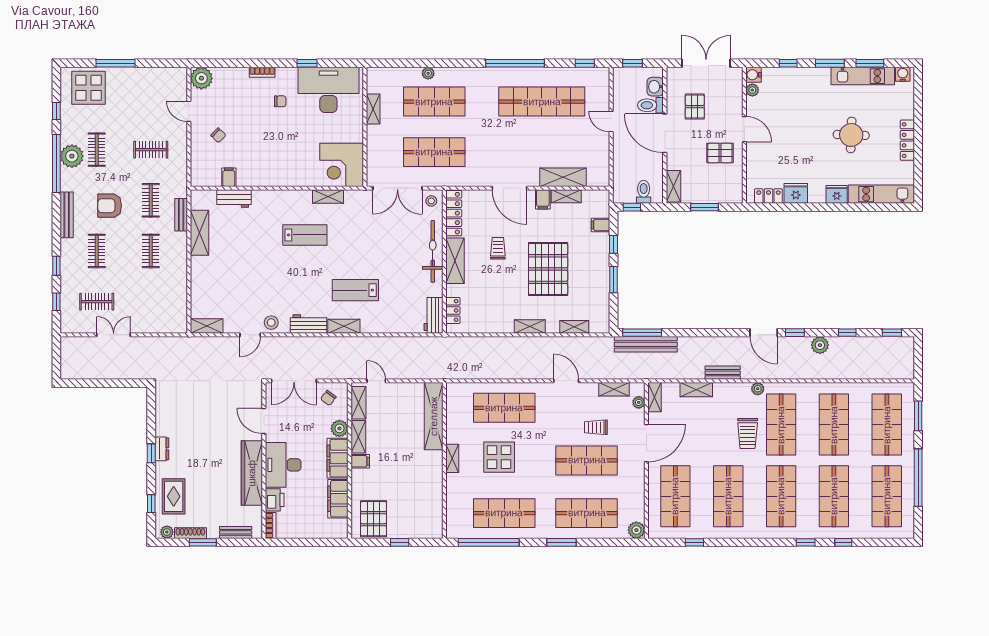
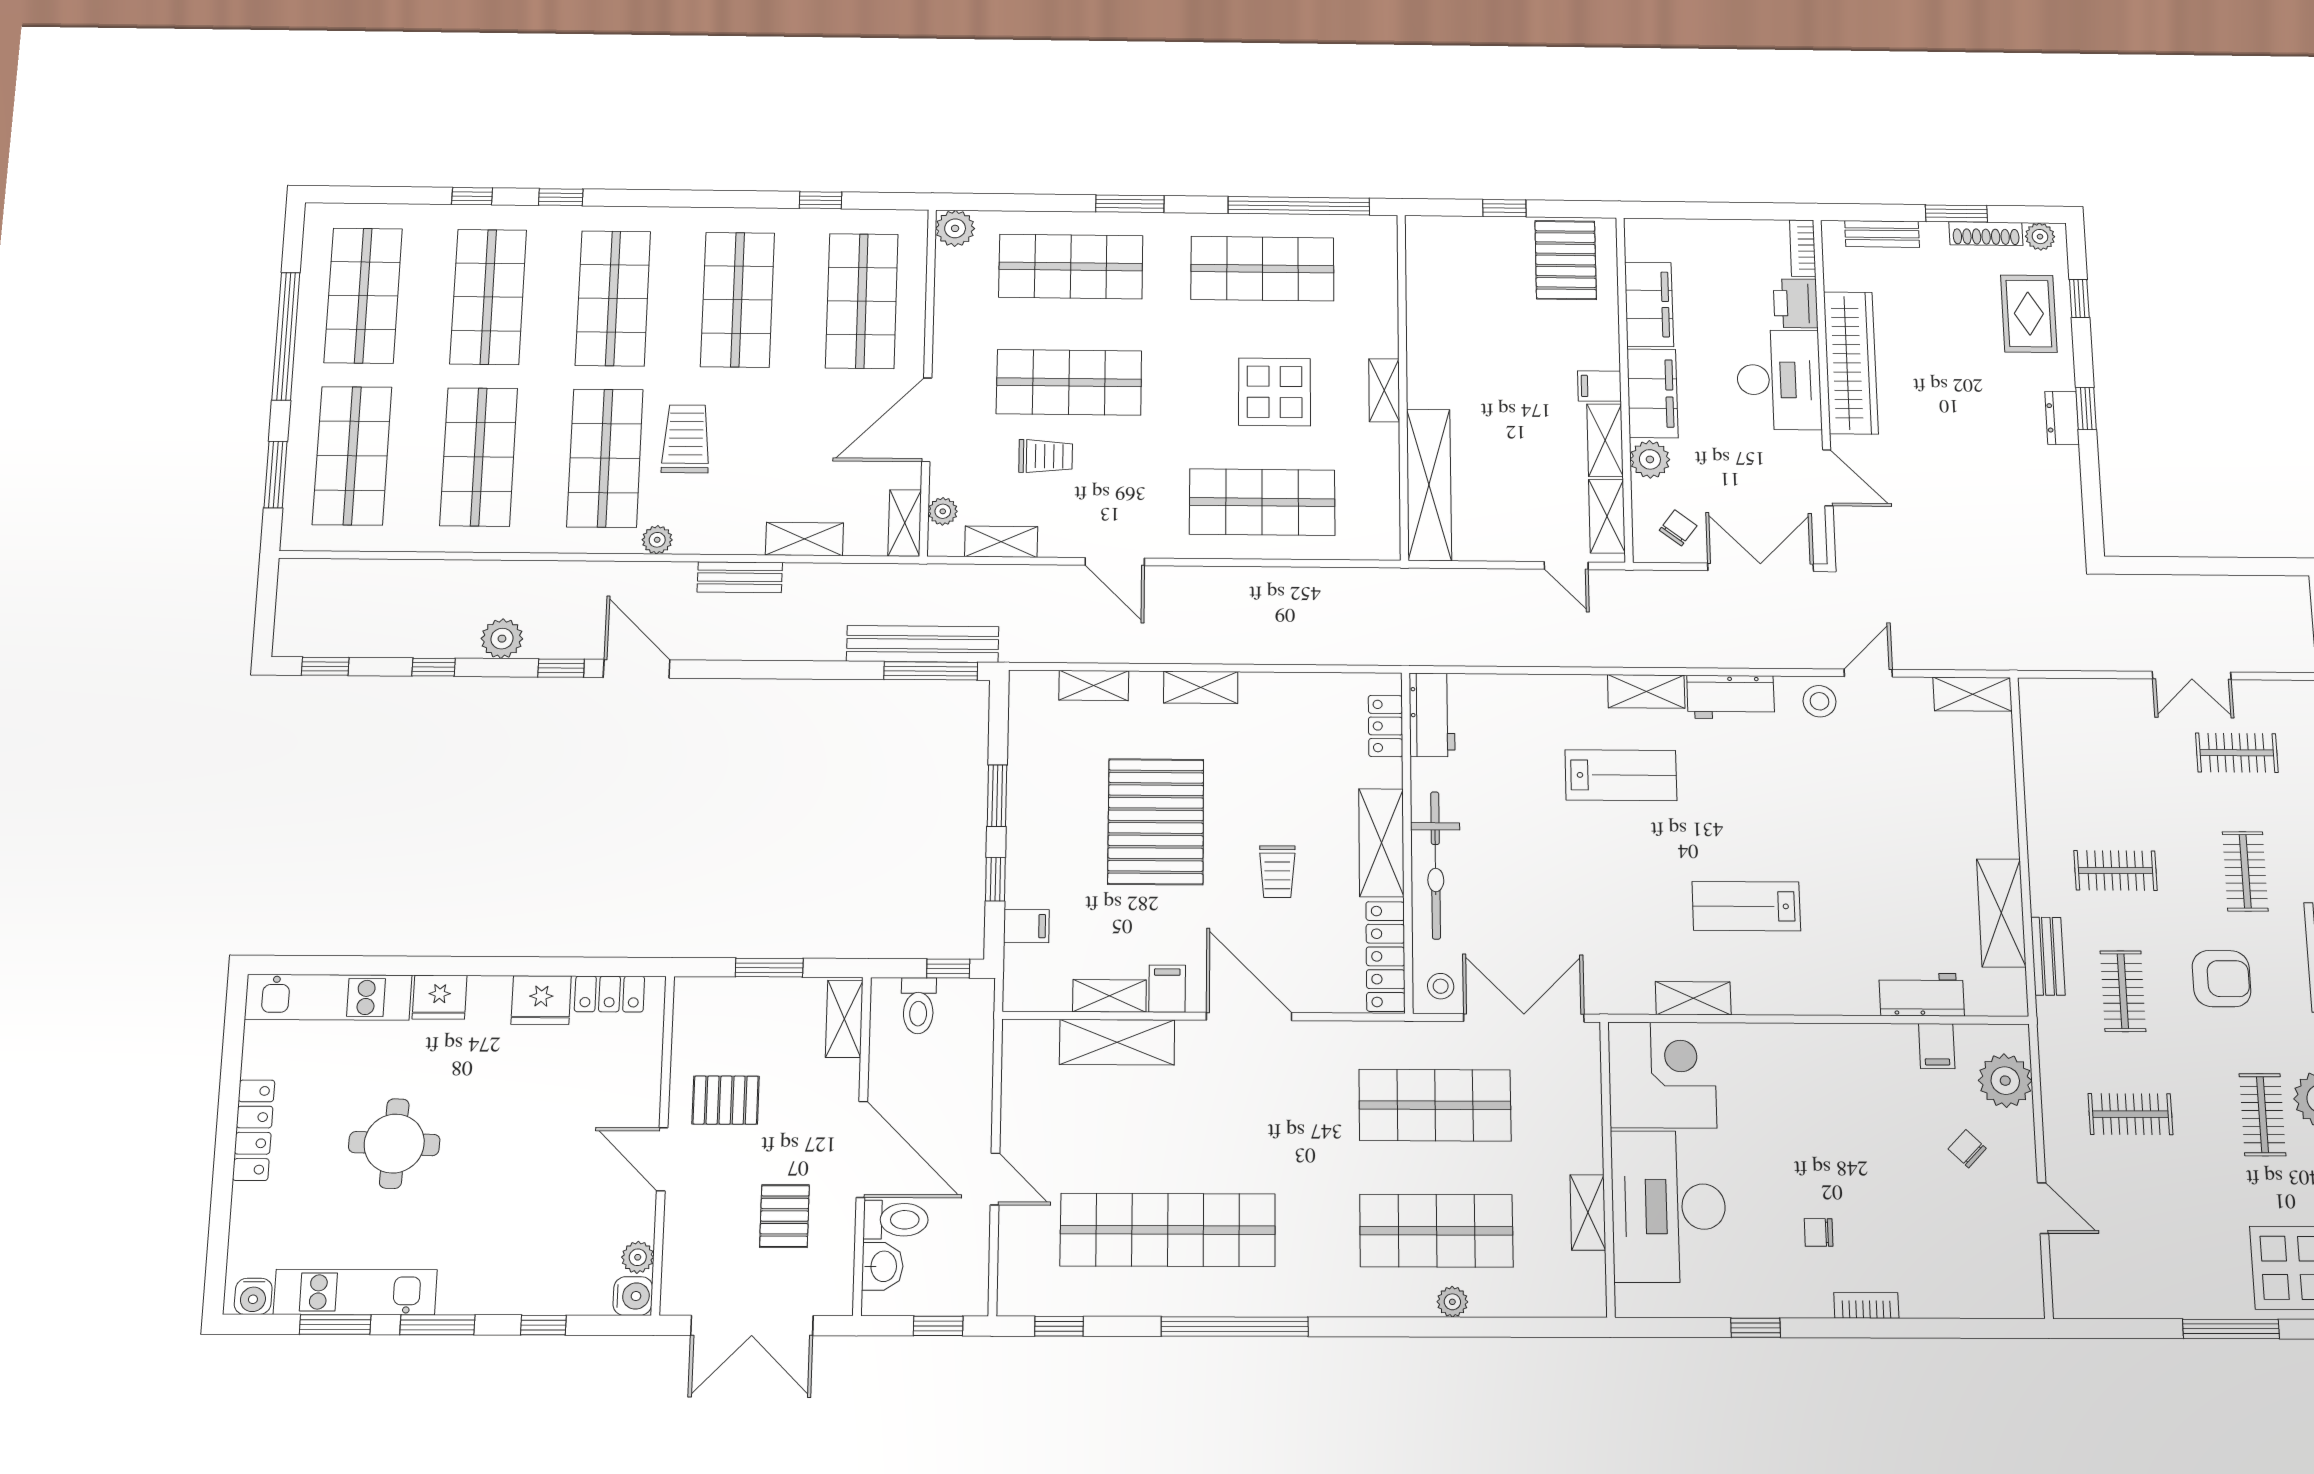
plant: (201, 78) -> (2005, 1081), moved
desk: (328, 90) -> (1669, 1207), moved, turned 90
clothes rail: (151, 251) -> (2116, 870), turned 90

